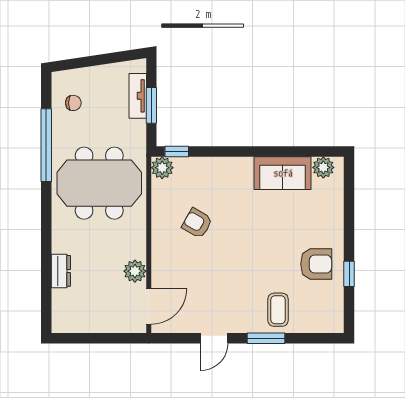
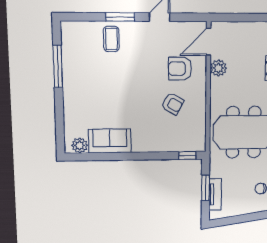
plant: (162, 168) -> (198, 144), removed
armchair: (316, 264) -> (180, 69), moved
window: (349, 274) -> (58, 66), width x2.17

